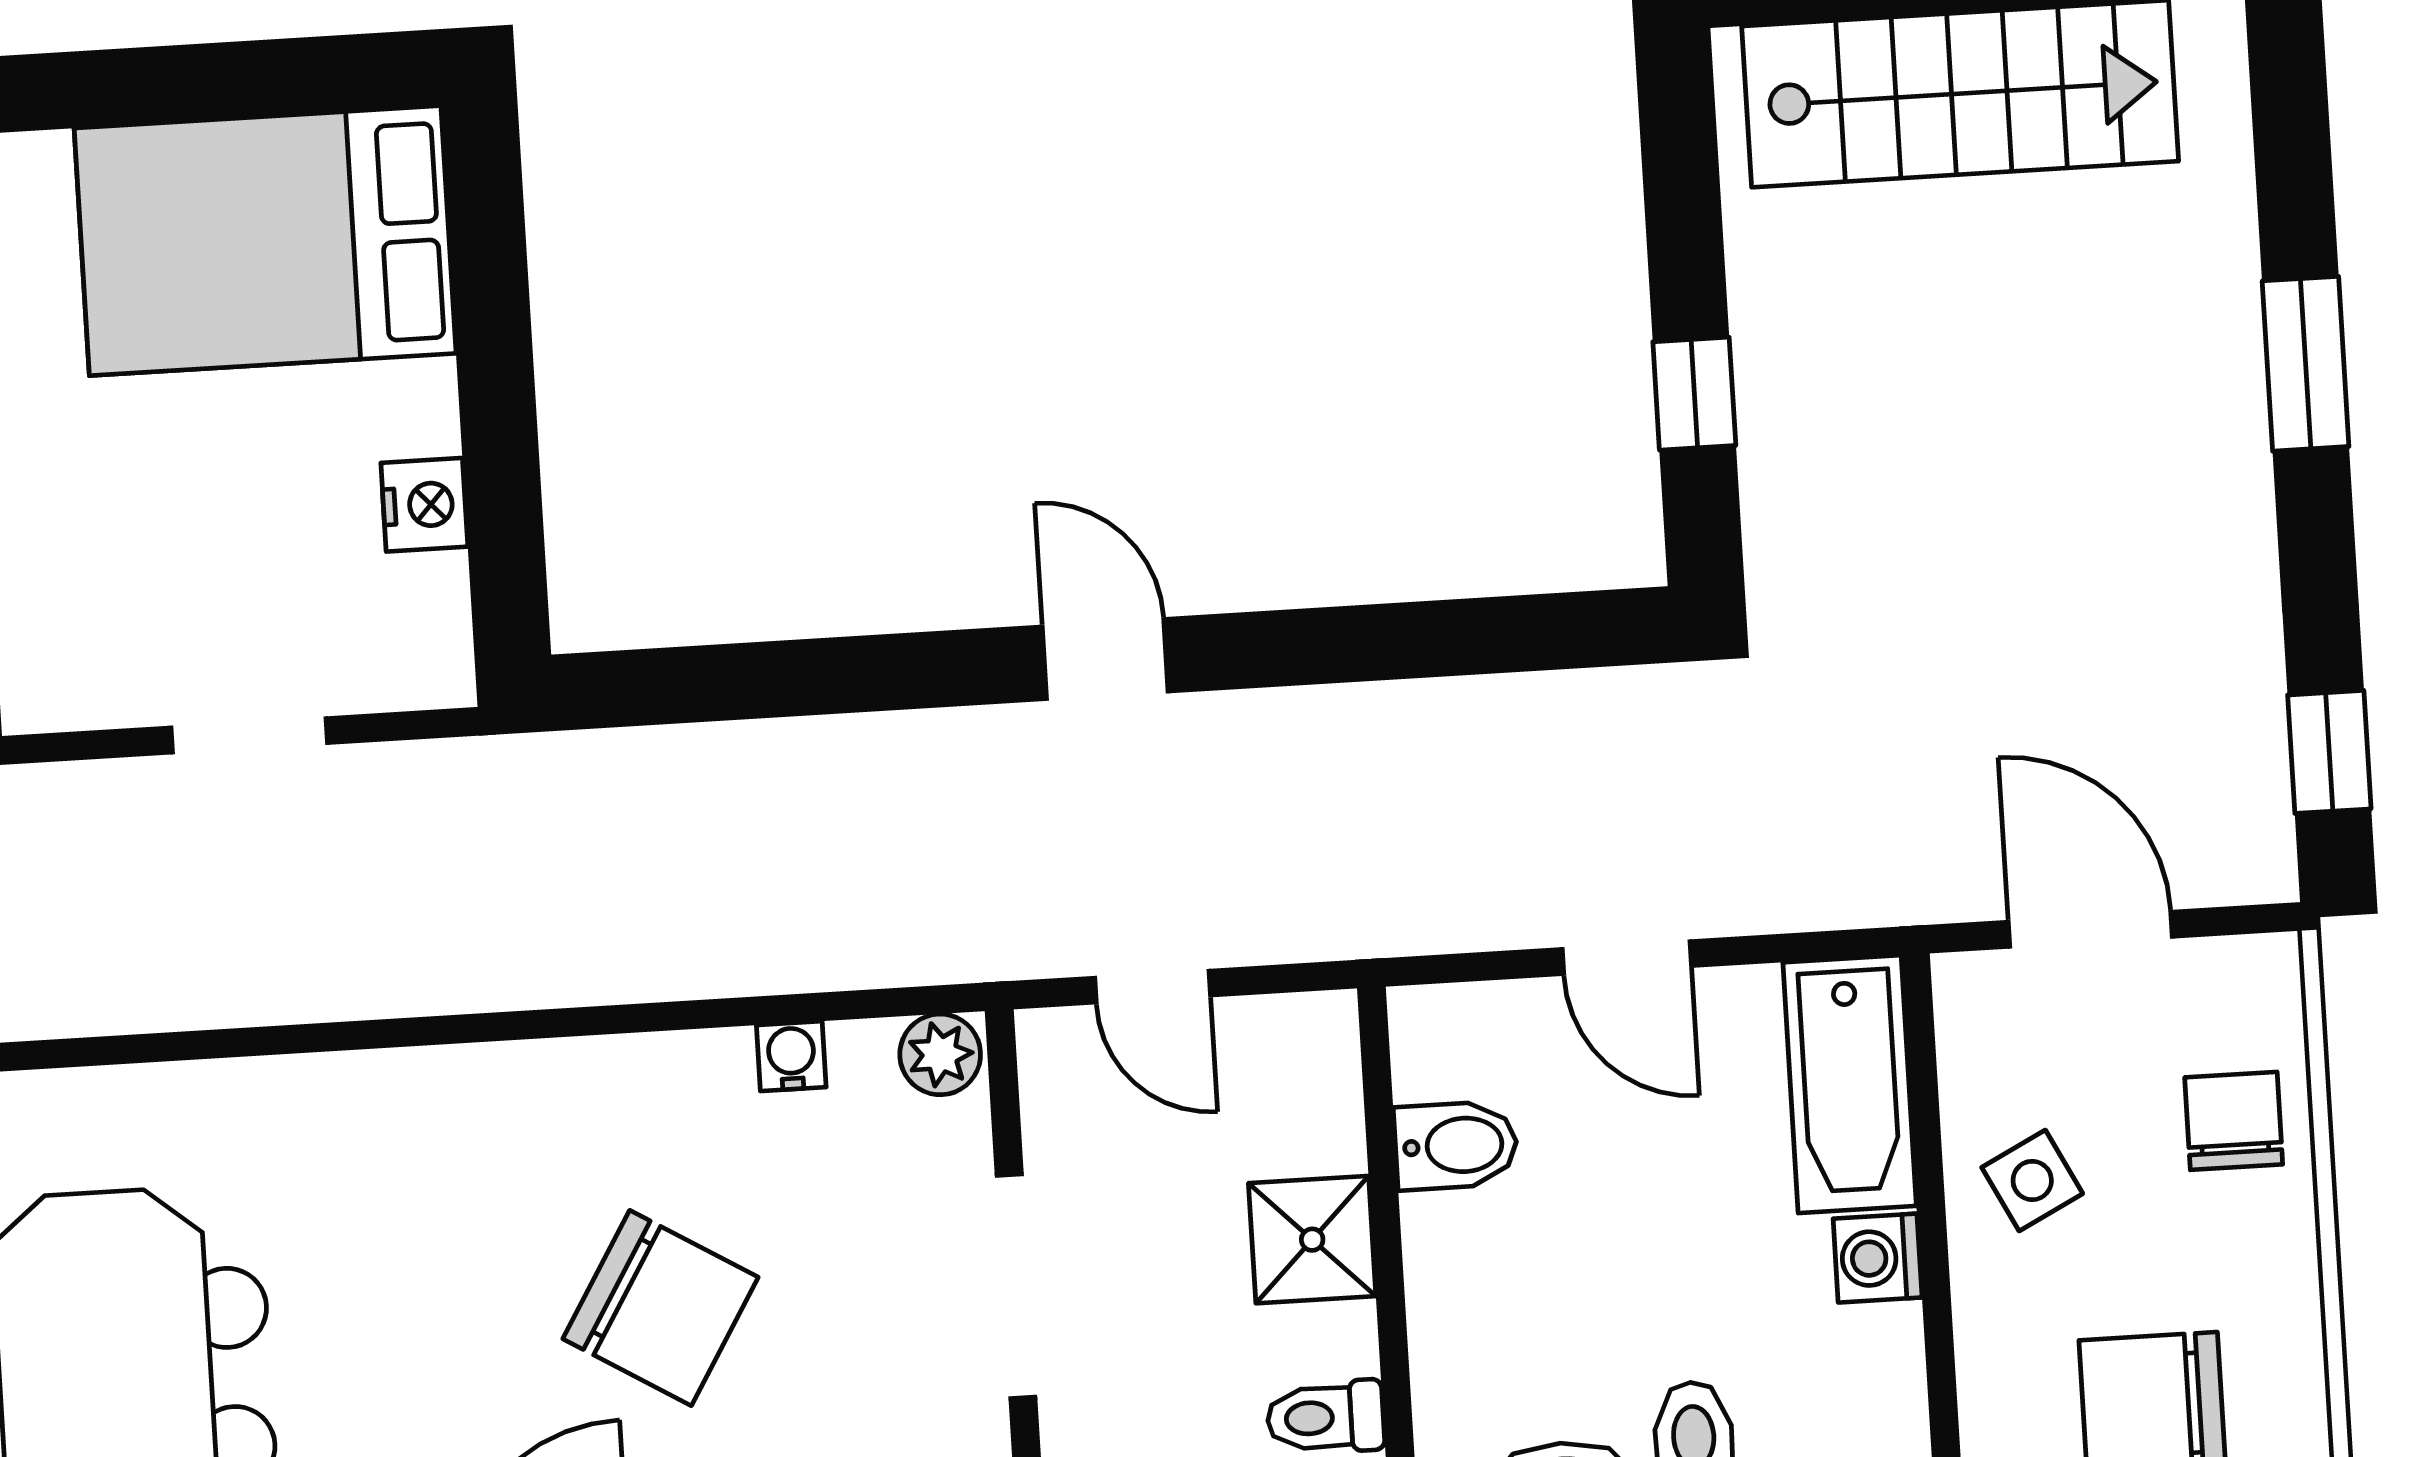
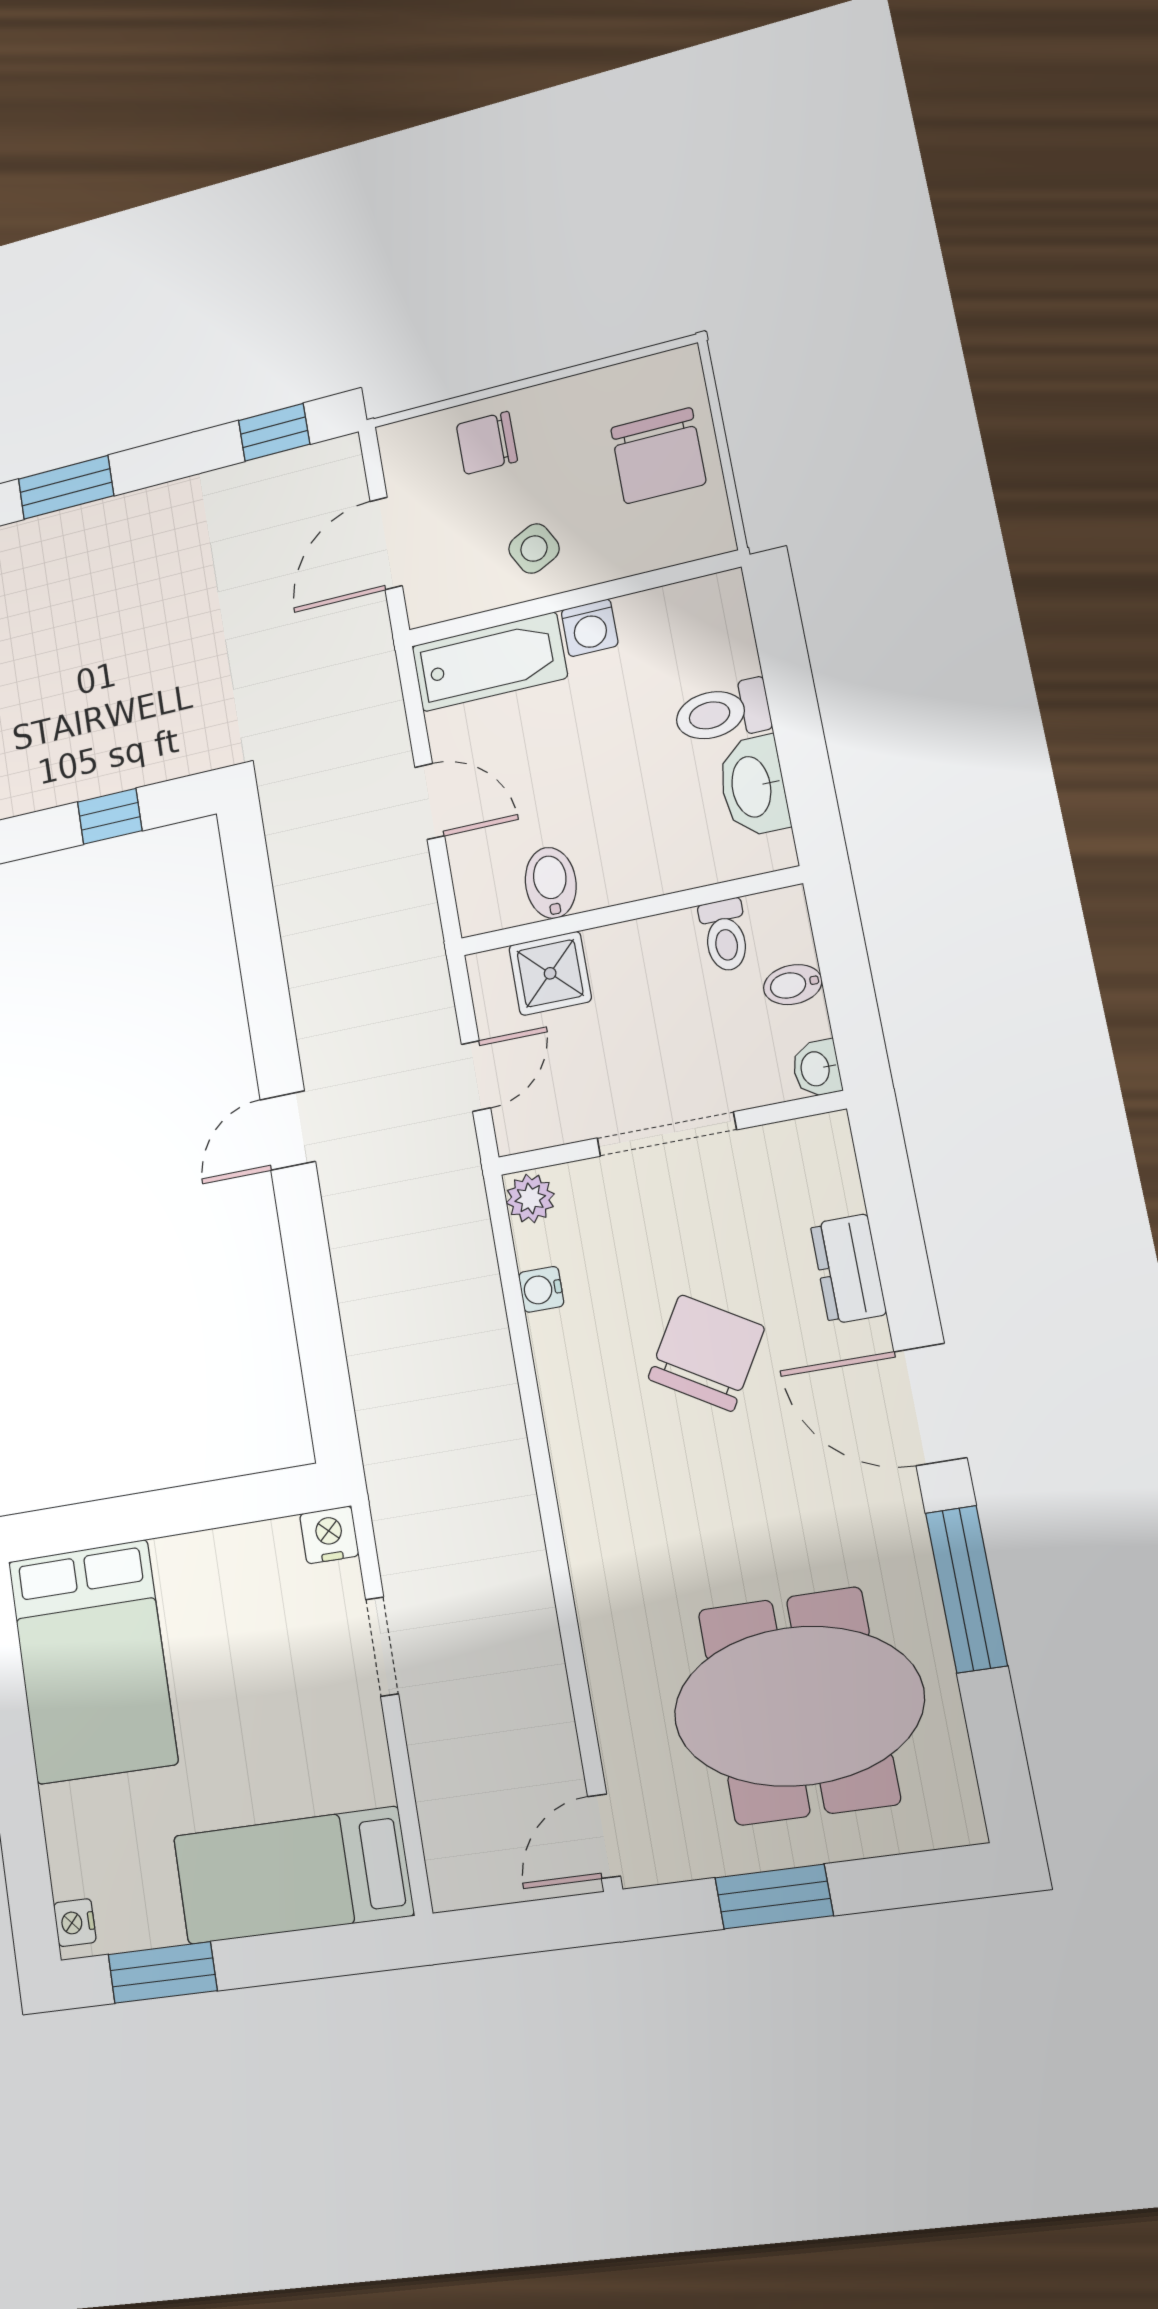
nightstand: (424, 505) -> (329, 1535), moved
door: (1627, 958) -> (430, 802), hinge flipped
shower: (1312, 1240) -> (550, 973), moved

